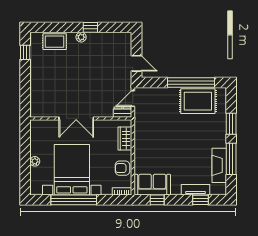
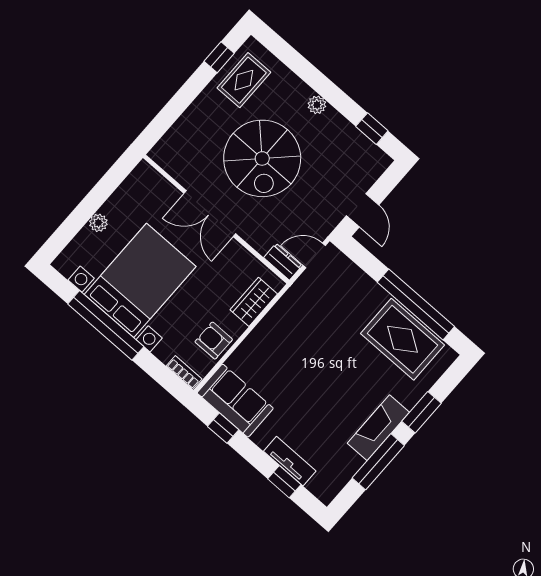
window: (90, 27) -> (372, 129), moved
rug: (55, 42) -> (244, 80), moved, turned 90
spiral stairs: (78, 78) -> (262, 158), added
fireplace: (219, 165) -> (378, 428), moved

